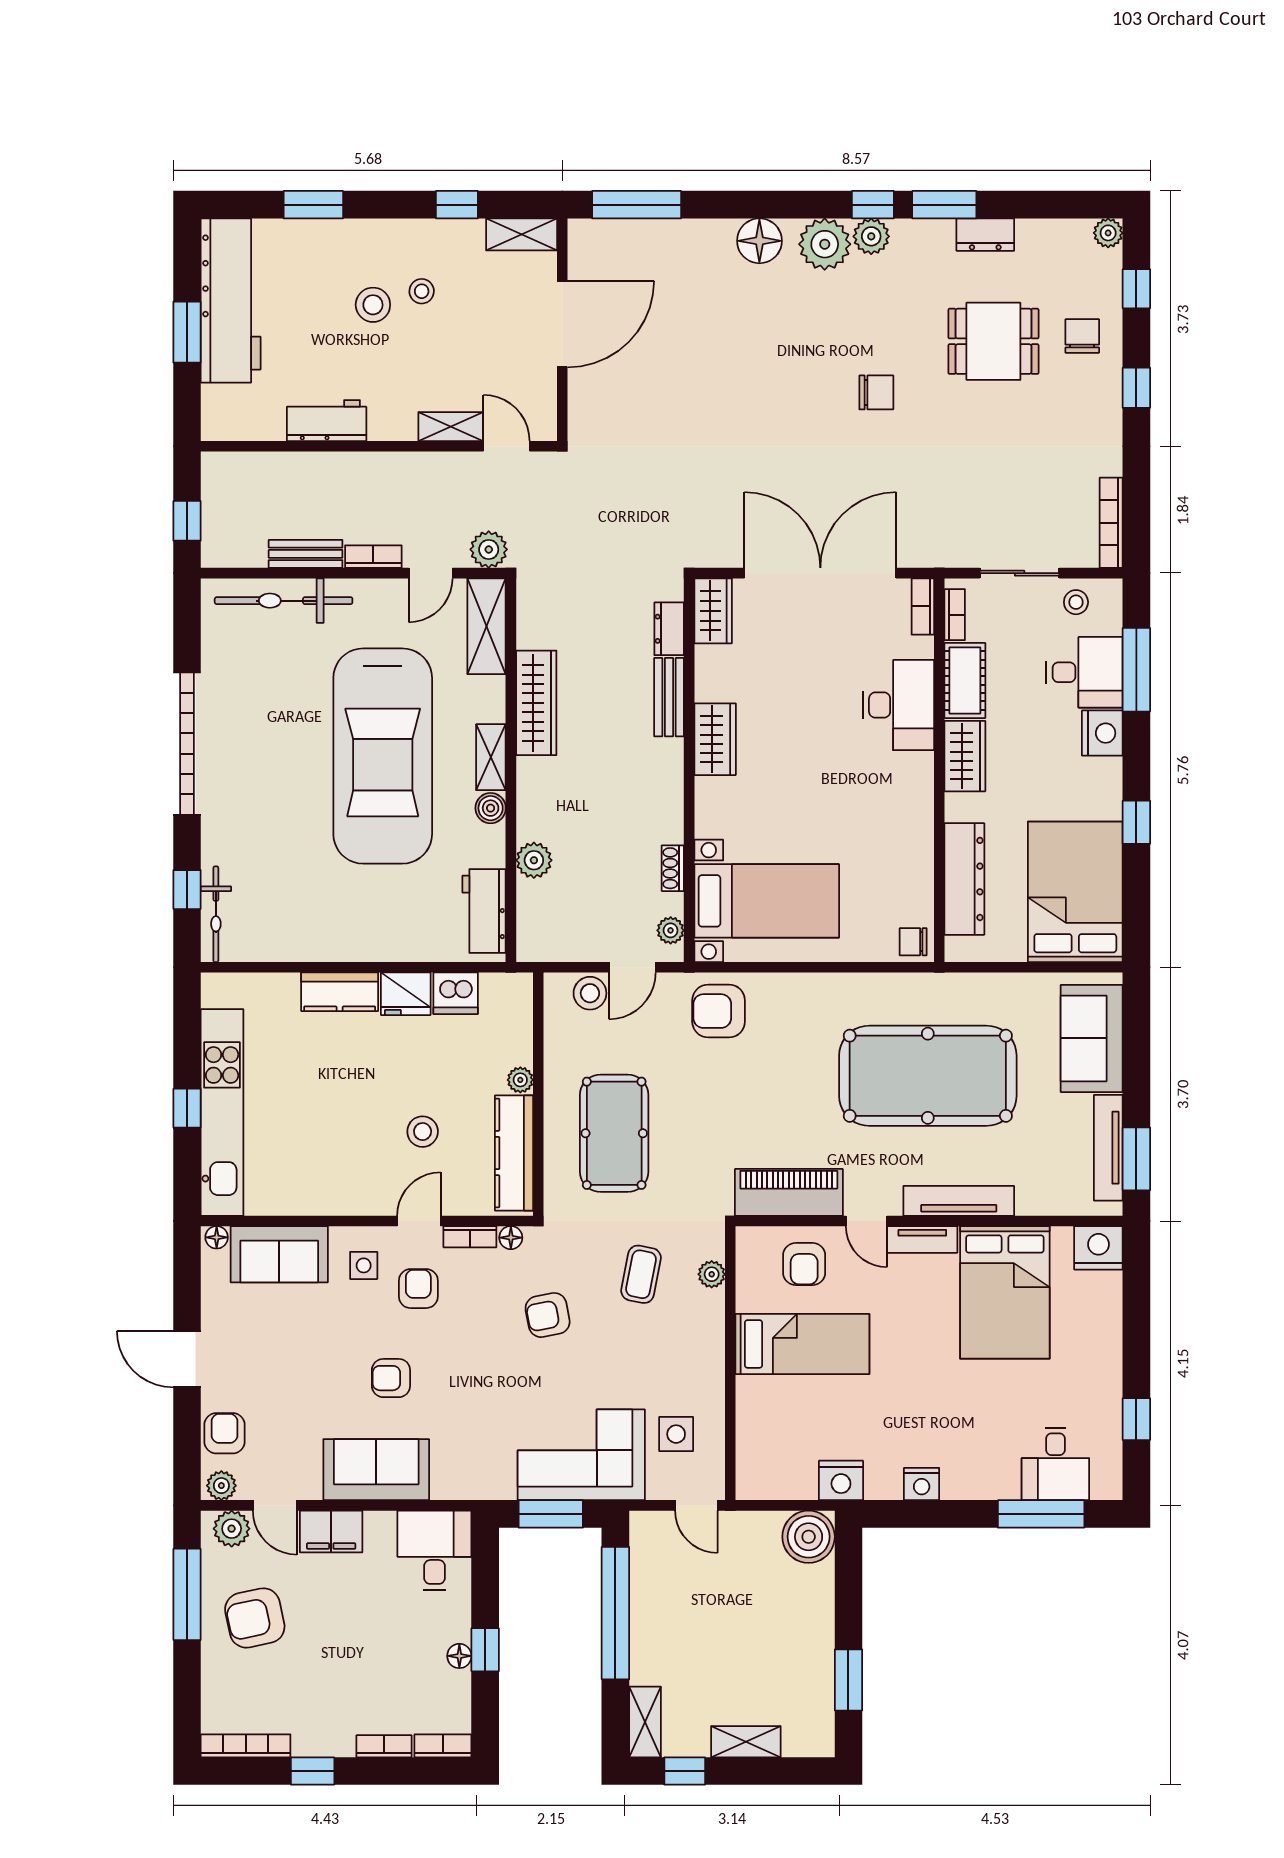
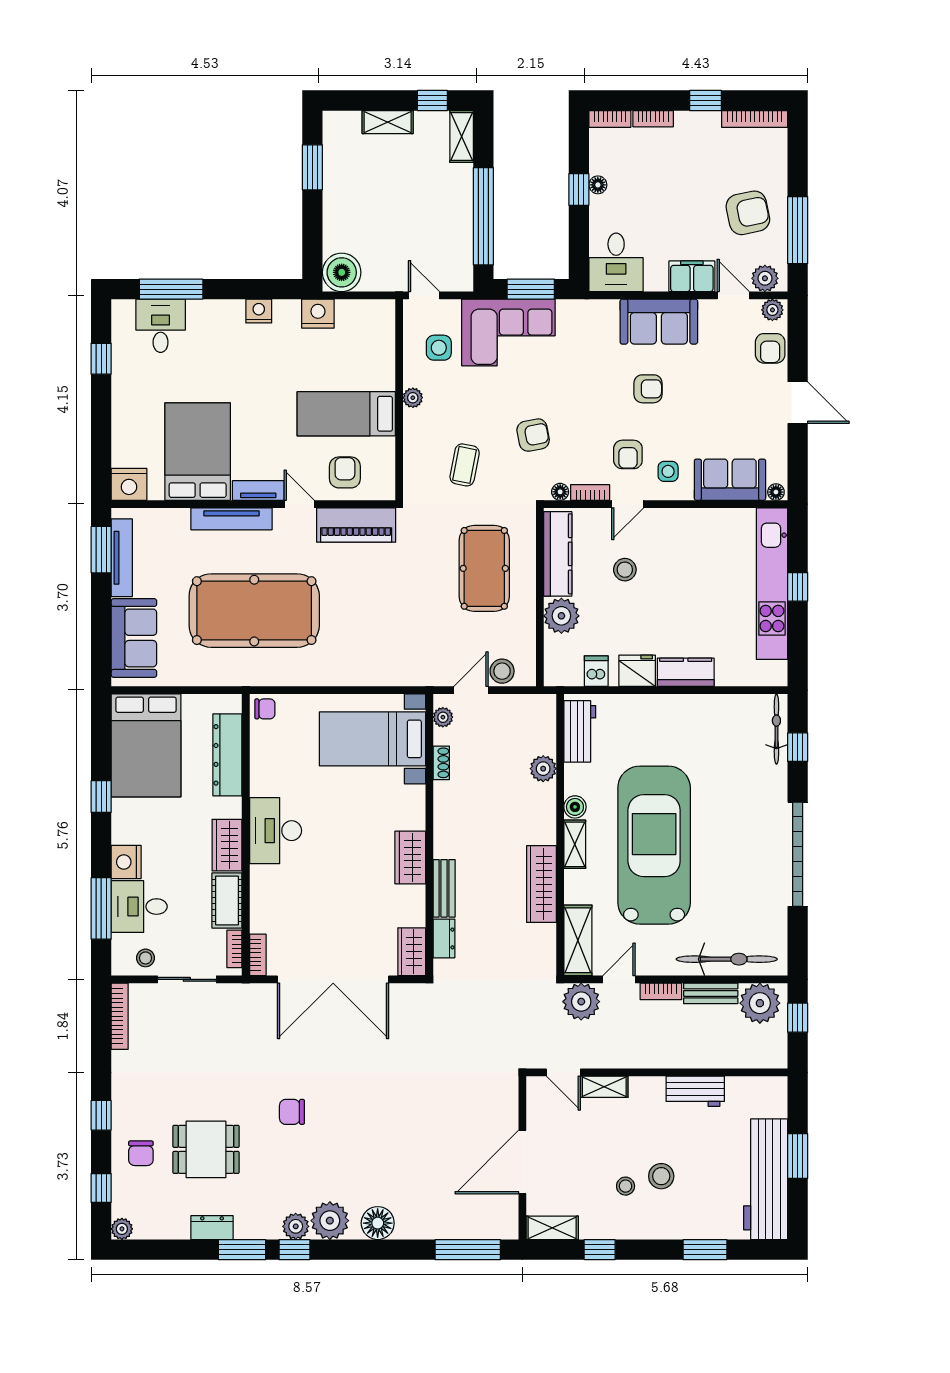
plant: (239, 541) -> (760, 1003), added
plant: (489, 549) -> (581, 1002), width x1.36, depth x1.36
desk: (899, 705) -> (276, 831), moved
dishwasher: (456, 993) -> (596, 671), width x0.73
armchair: (719, 1011) -> (408, 658), removed
plant: (520, 1080) -> (561, 616), width x1.88, depth x1.88
plant: (712, 1274) -> (413, 398), moved

